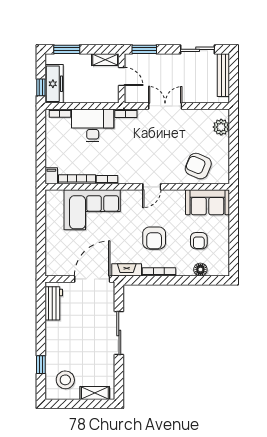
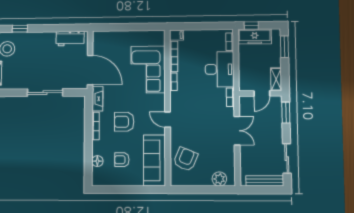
sofa: (207, 202) -> (154, 160), width x1.36

